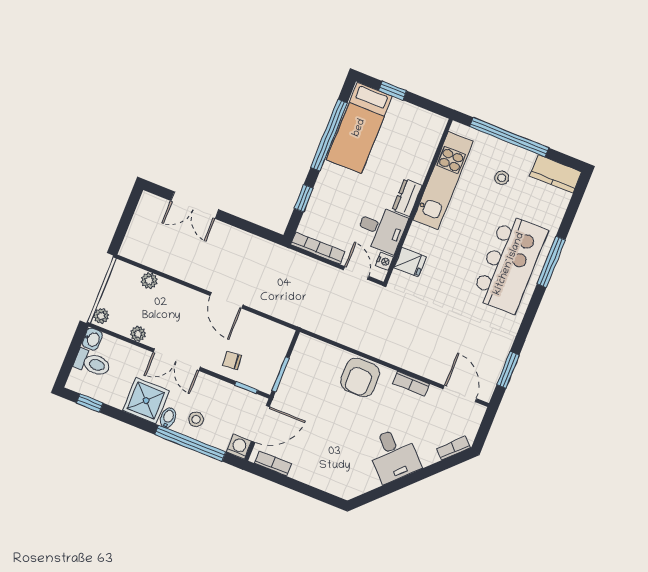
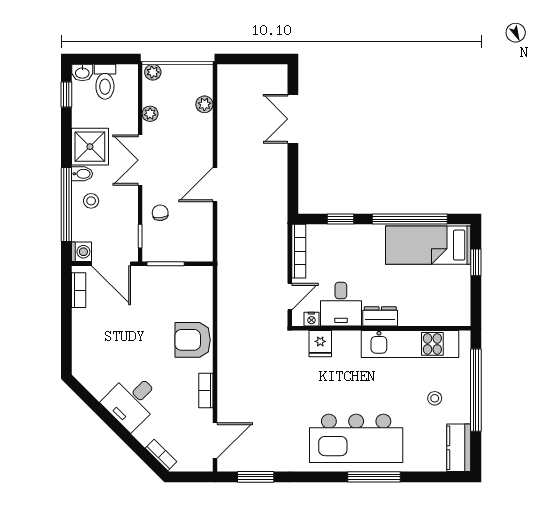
washbasin: (92, 339) -> (82, 73), moved

